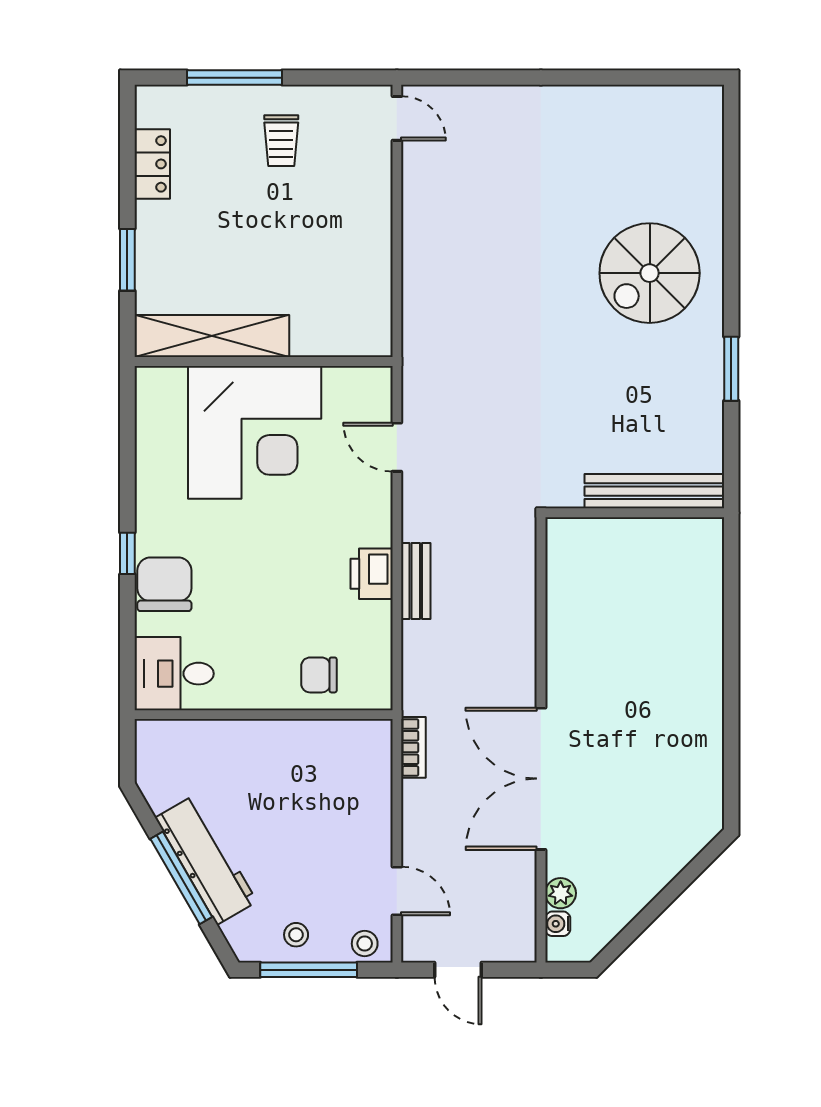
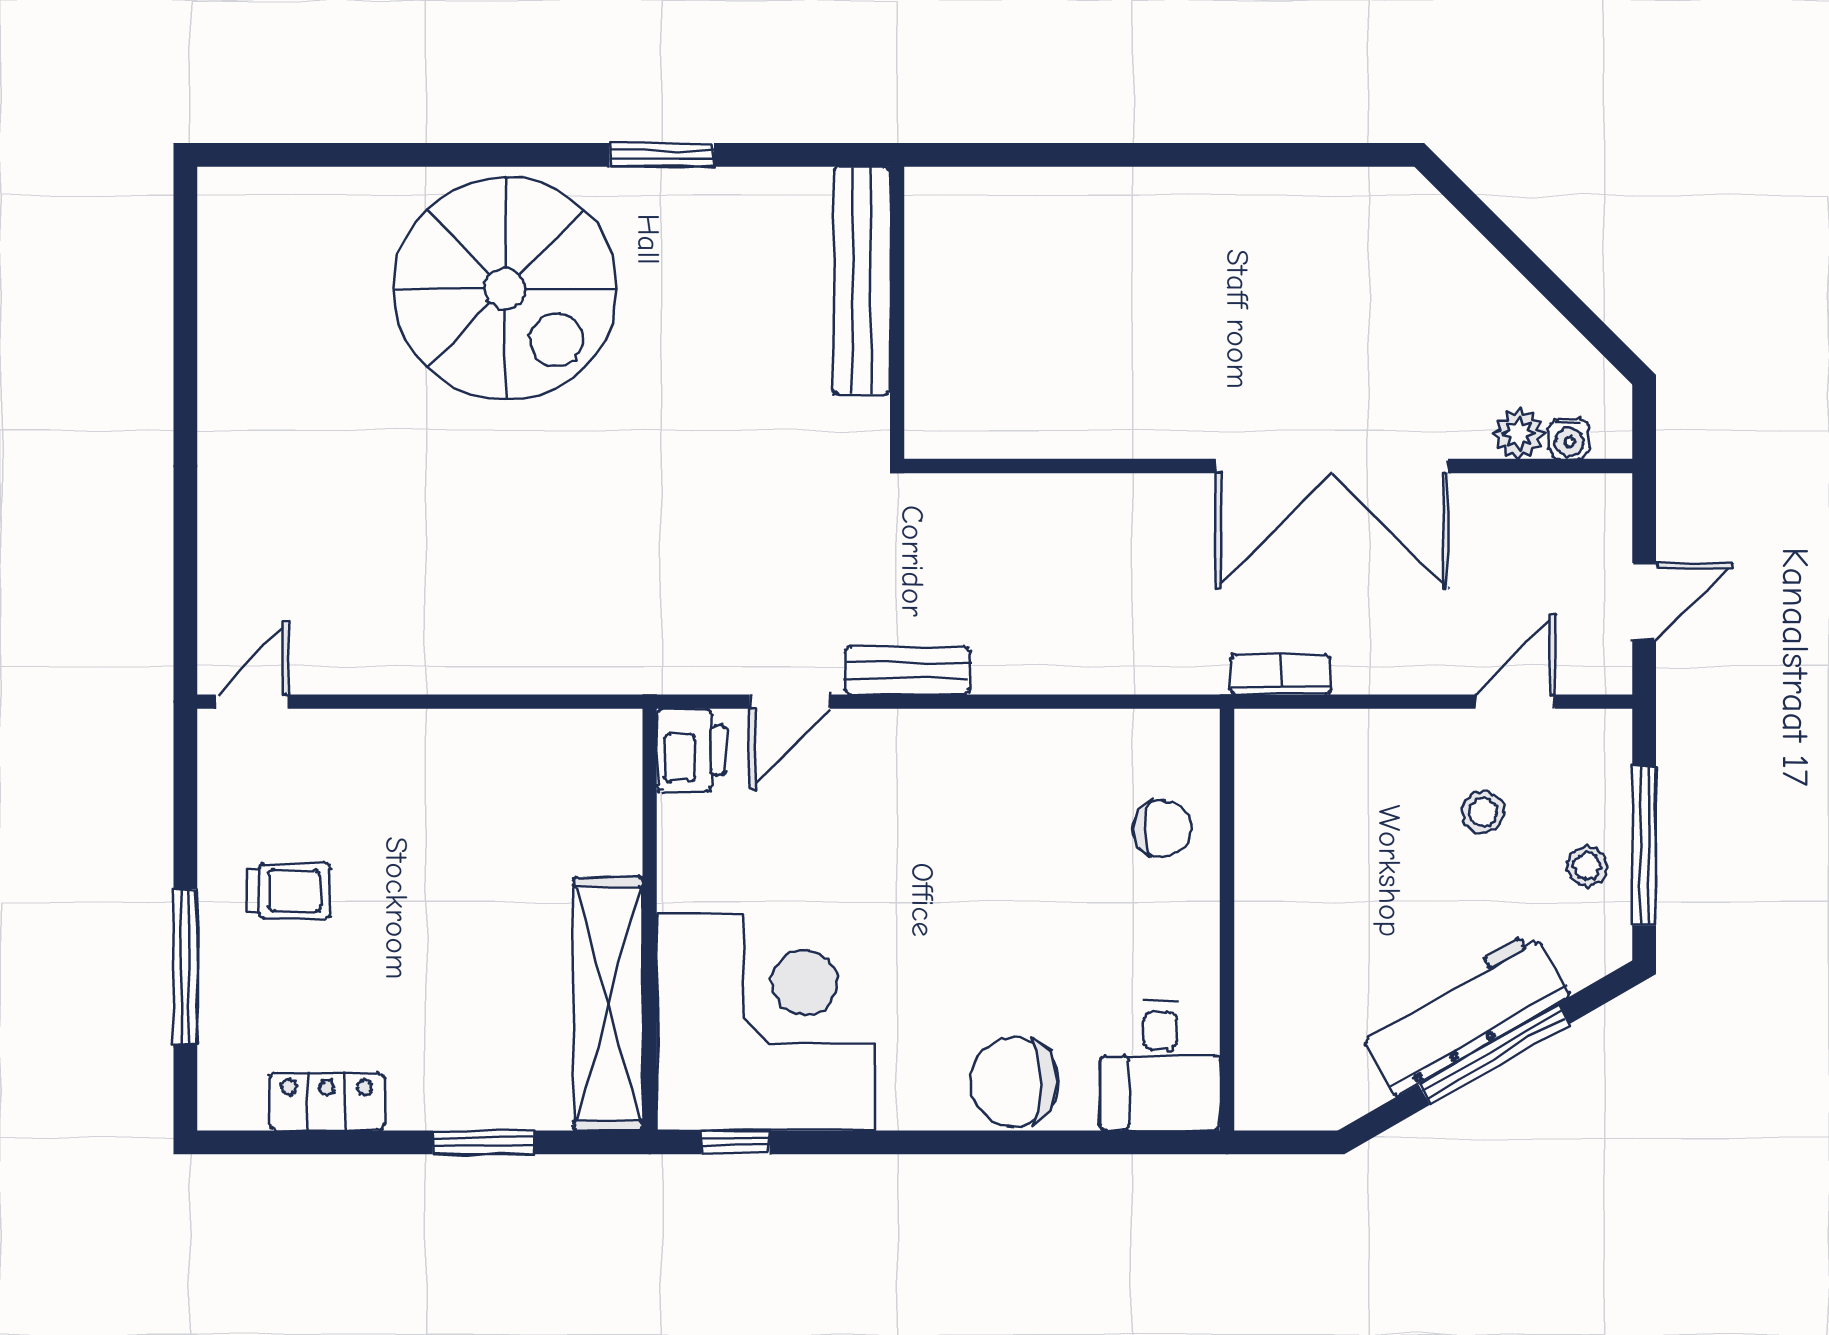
spiral stairs: (650, 273) -> (505, 288), width x1.37, depth x1.37
corner desk: (255, 432) -> (765, 1022), moved
window: (127, 553) -> (736, 1142), moved
printer: (372, 574) -> (691, 750), moved, turned -90
bench: (416, 581) -> (908, 671), moved
chair: (319, 675) -> (1162, 829), turned -90
stool: (365, 944) -> (1483, 812), moved

